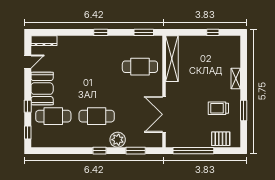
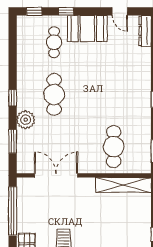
cafe table: (53, 116) -> (54, 42), width x0.73, depth x0.74

